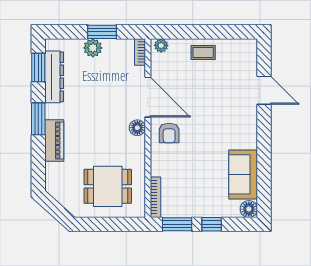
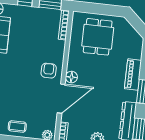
door: (148, 97) -> (61, 99), swing flipped
dining table: (108, 186) -> (98, 37), turned 90

